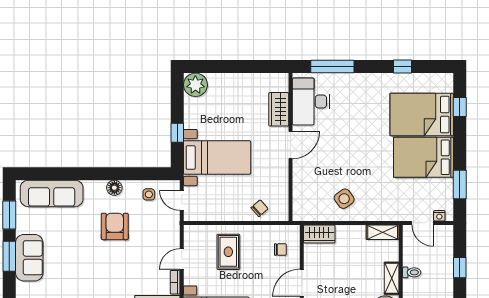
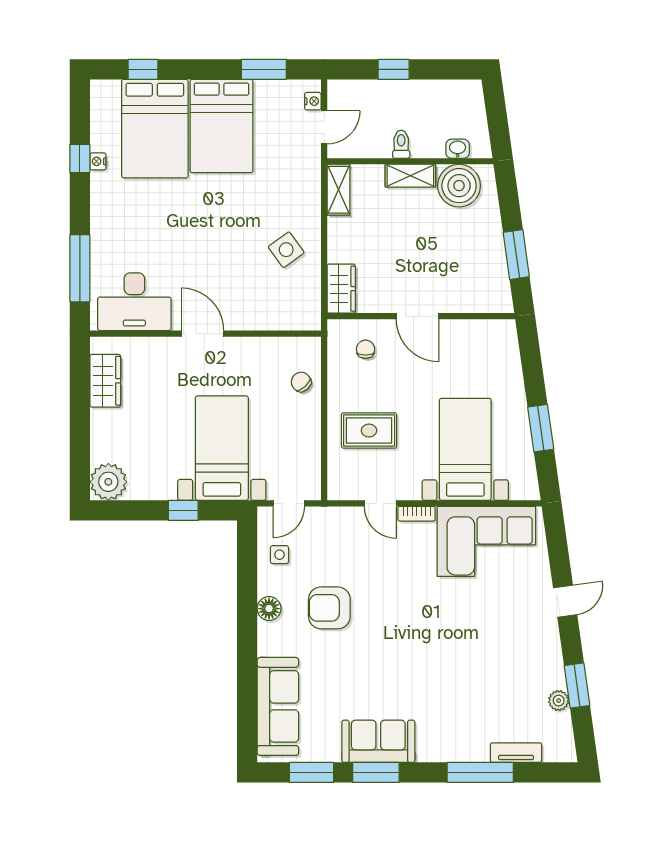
nightstand: (401, 78) -> (98, 161), added
wardrobe: (279, 109) -> (105, 381), moved, turned -90

